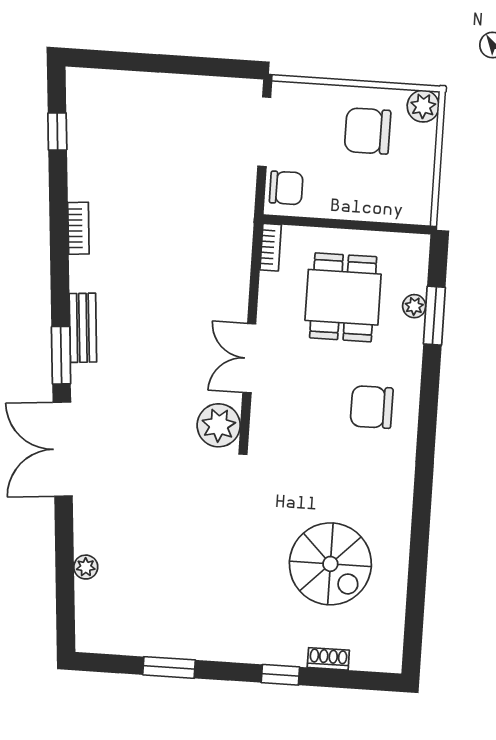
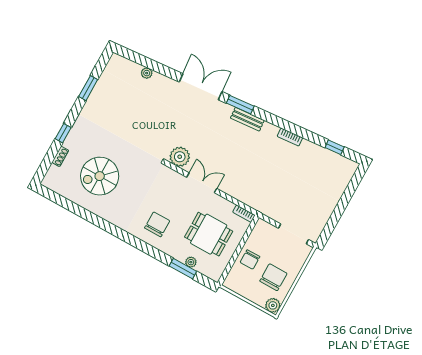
chair: (286, 188) -> (250, 259), moved

